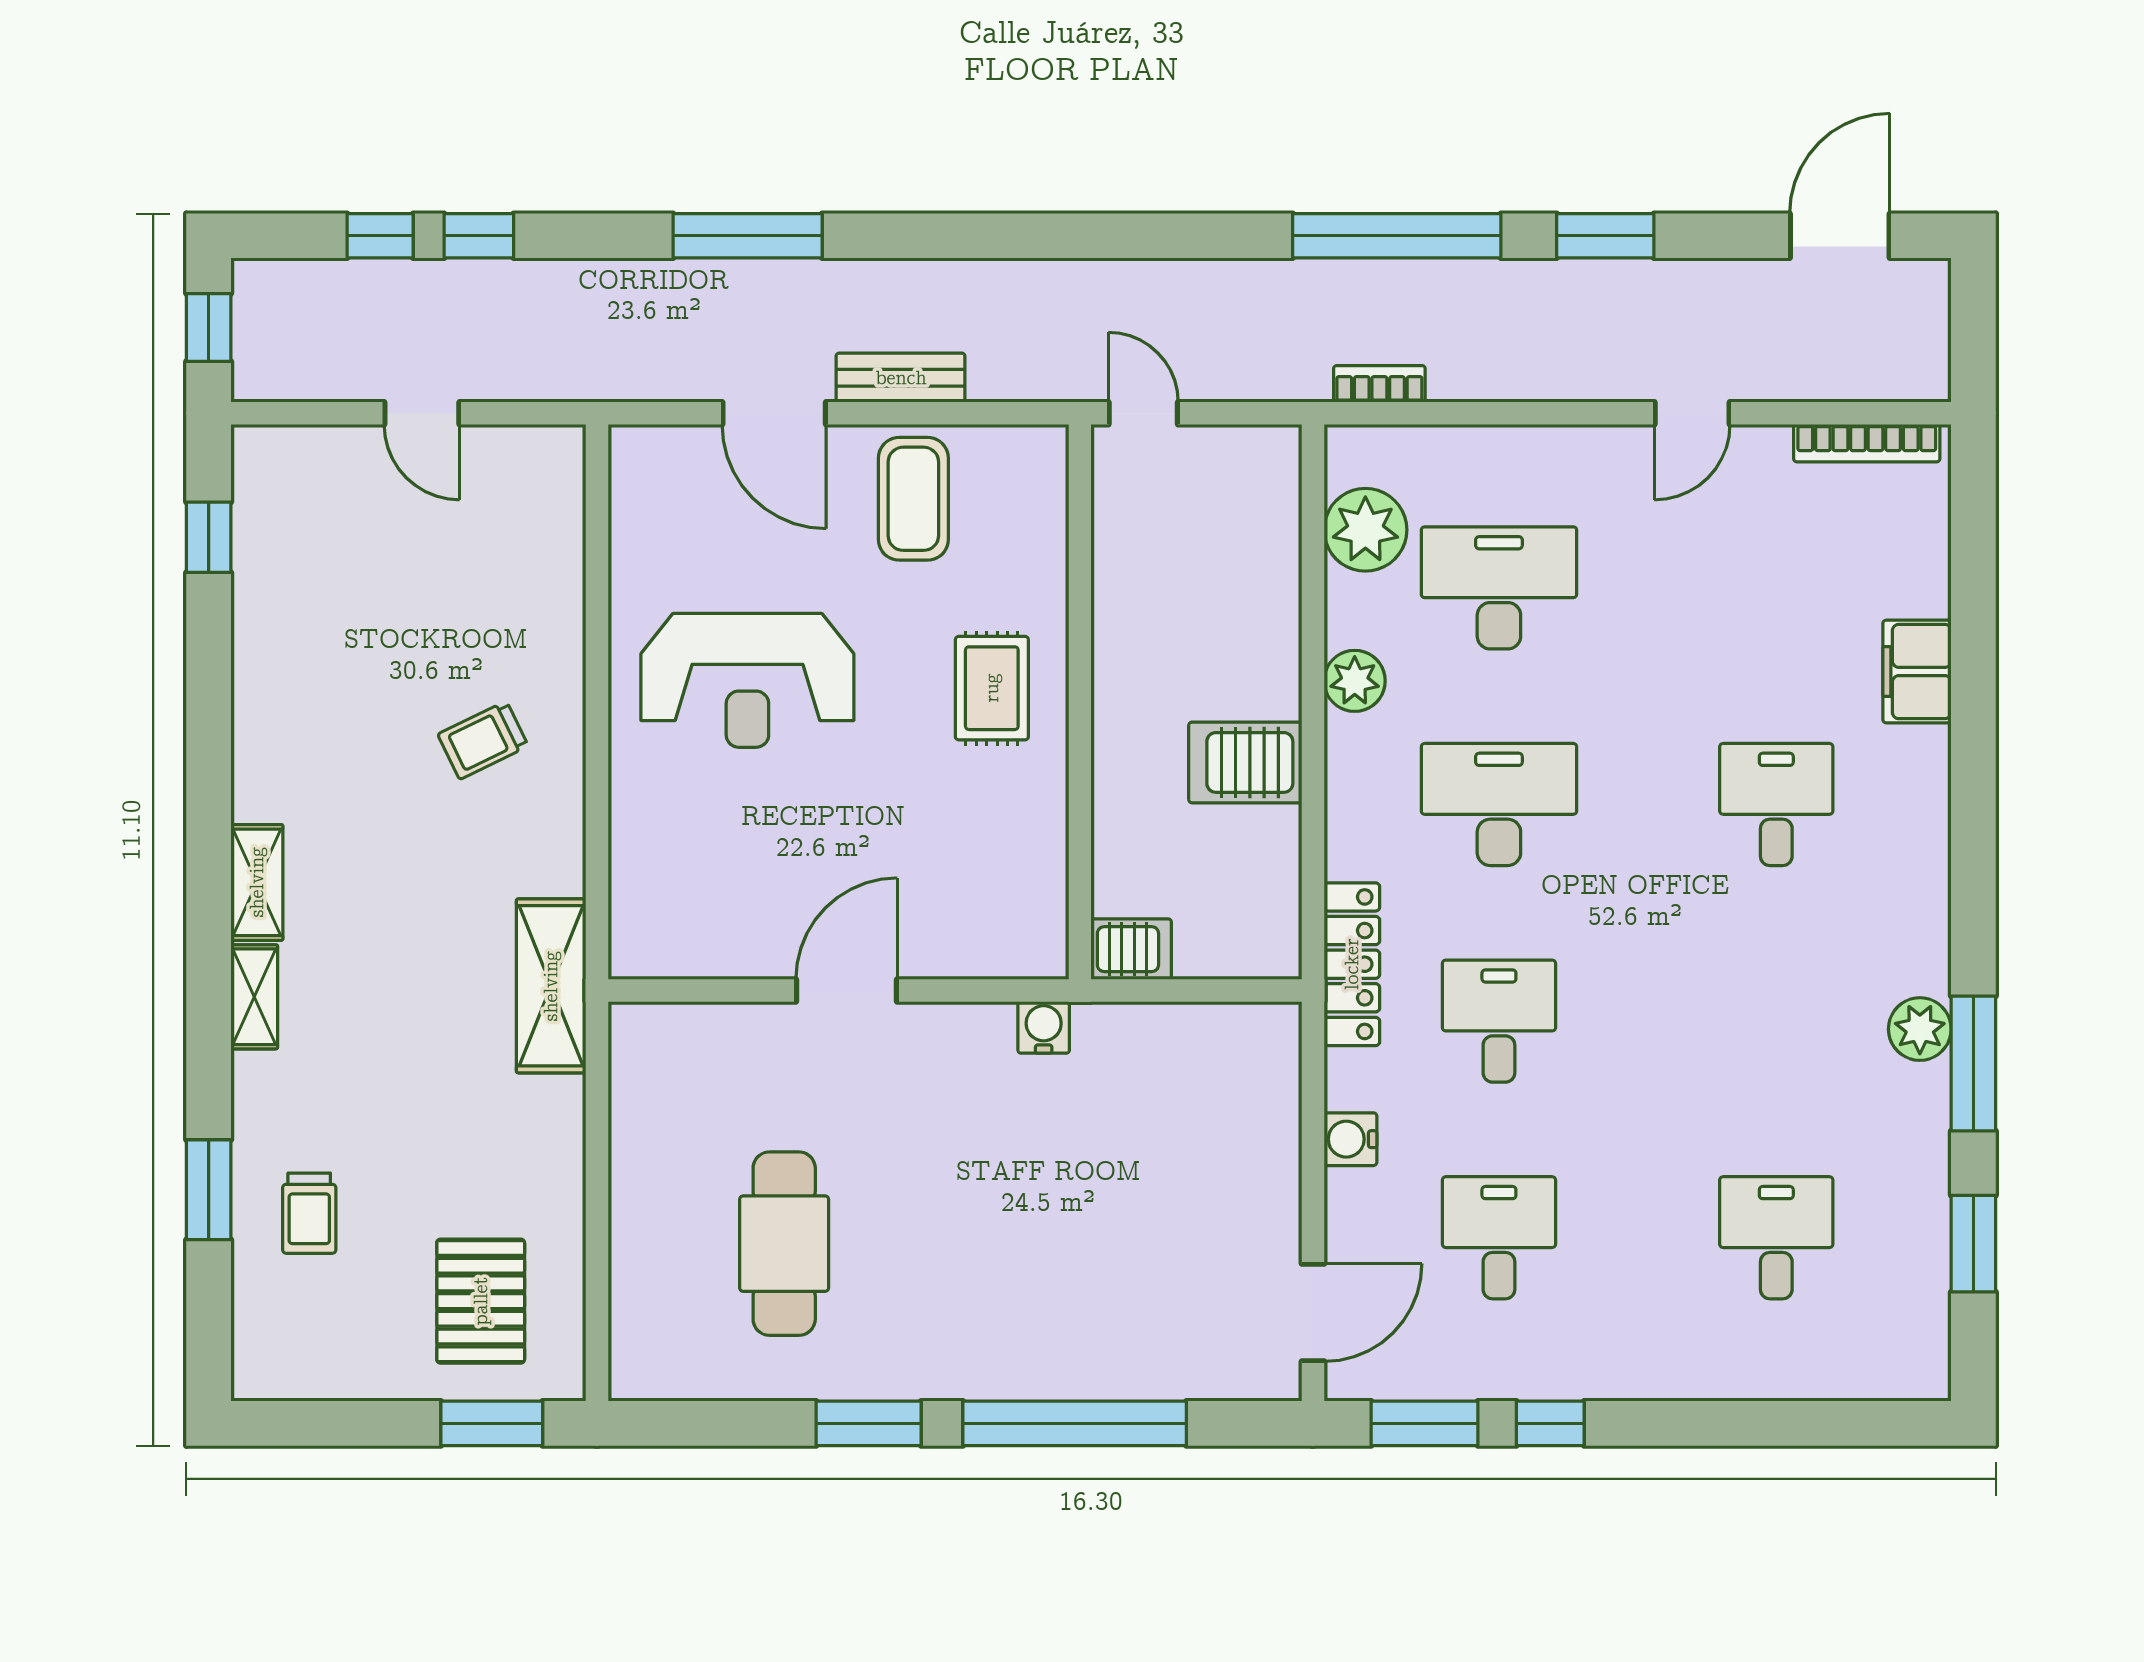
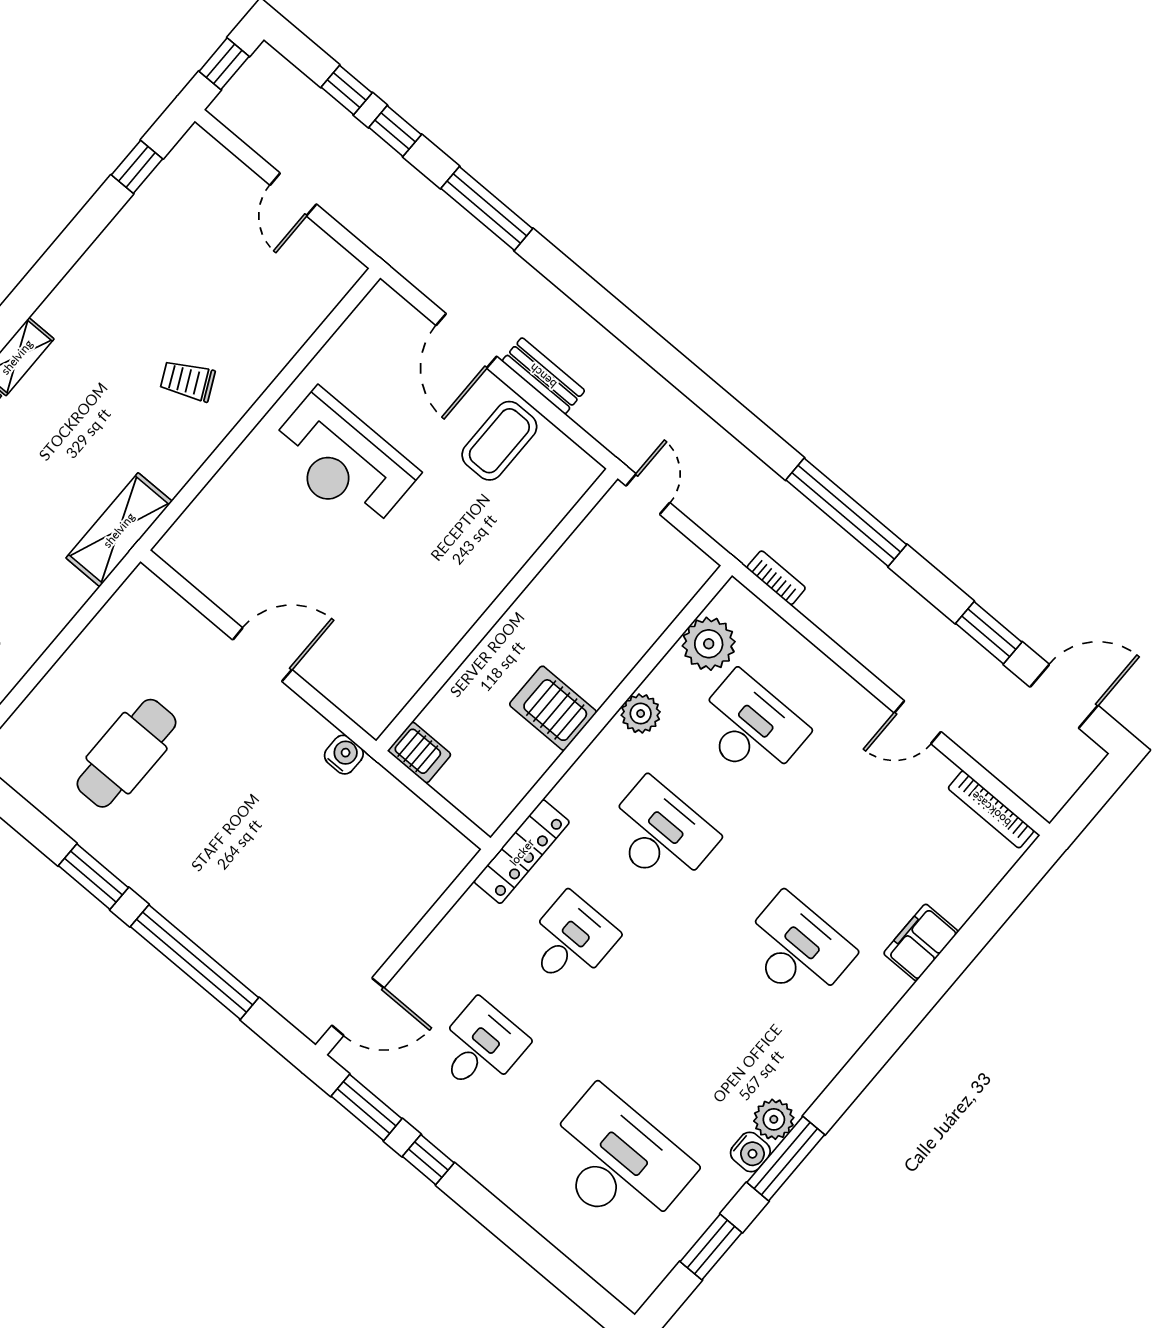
window: (748, 236) -> (487, 209), moved
window: (1605, 236) -> (989, 633), moved
rug: (992, 688) -> (459, 566), removed
desk: (1776, 805) -> (797, 949), width x1.37
water cooler: (1350, 1139) -> (750, 1152), moved, turned 180
desk: (1776, 1238) -> (617, 1162), width x1.87, depth x1.30

